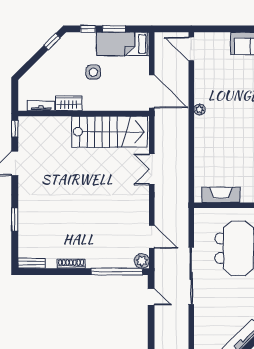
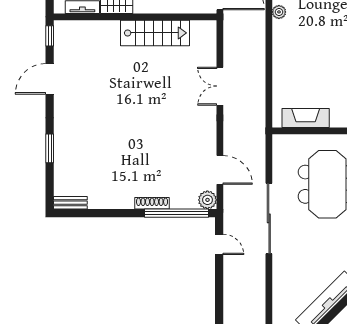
stairs: (110, 132) -> (155, 33), width x0.73, depth x0.66
shoe rack: (71, 264) -> (152, 203), moved

